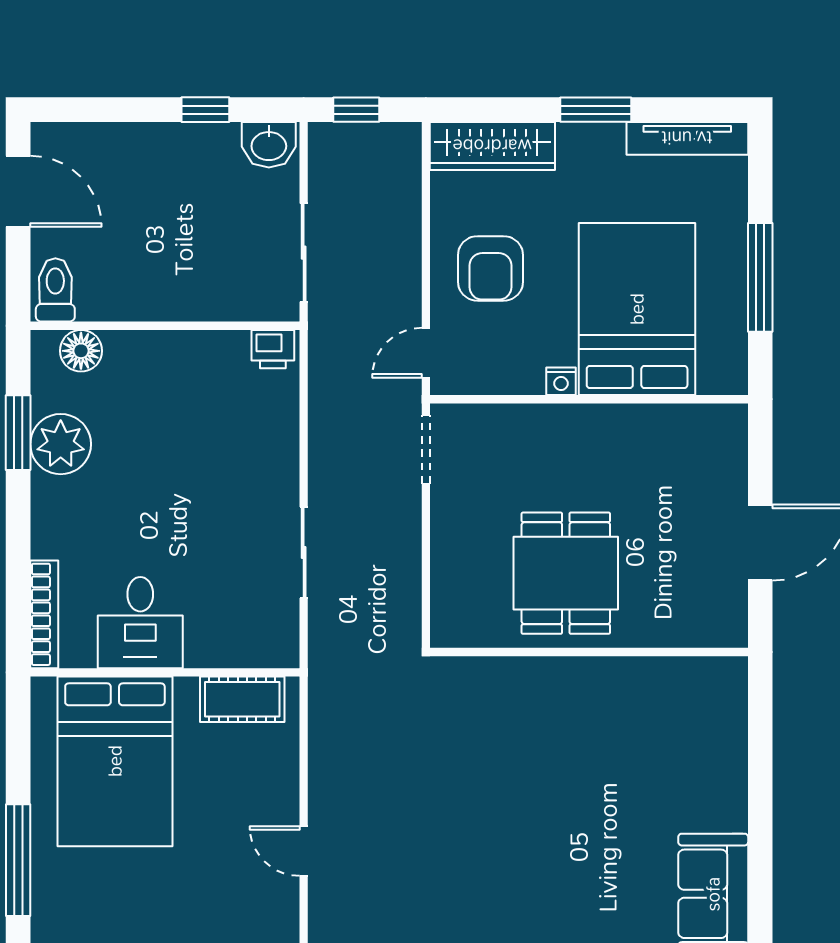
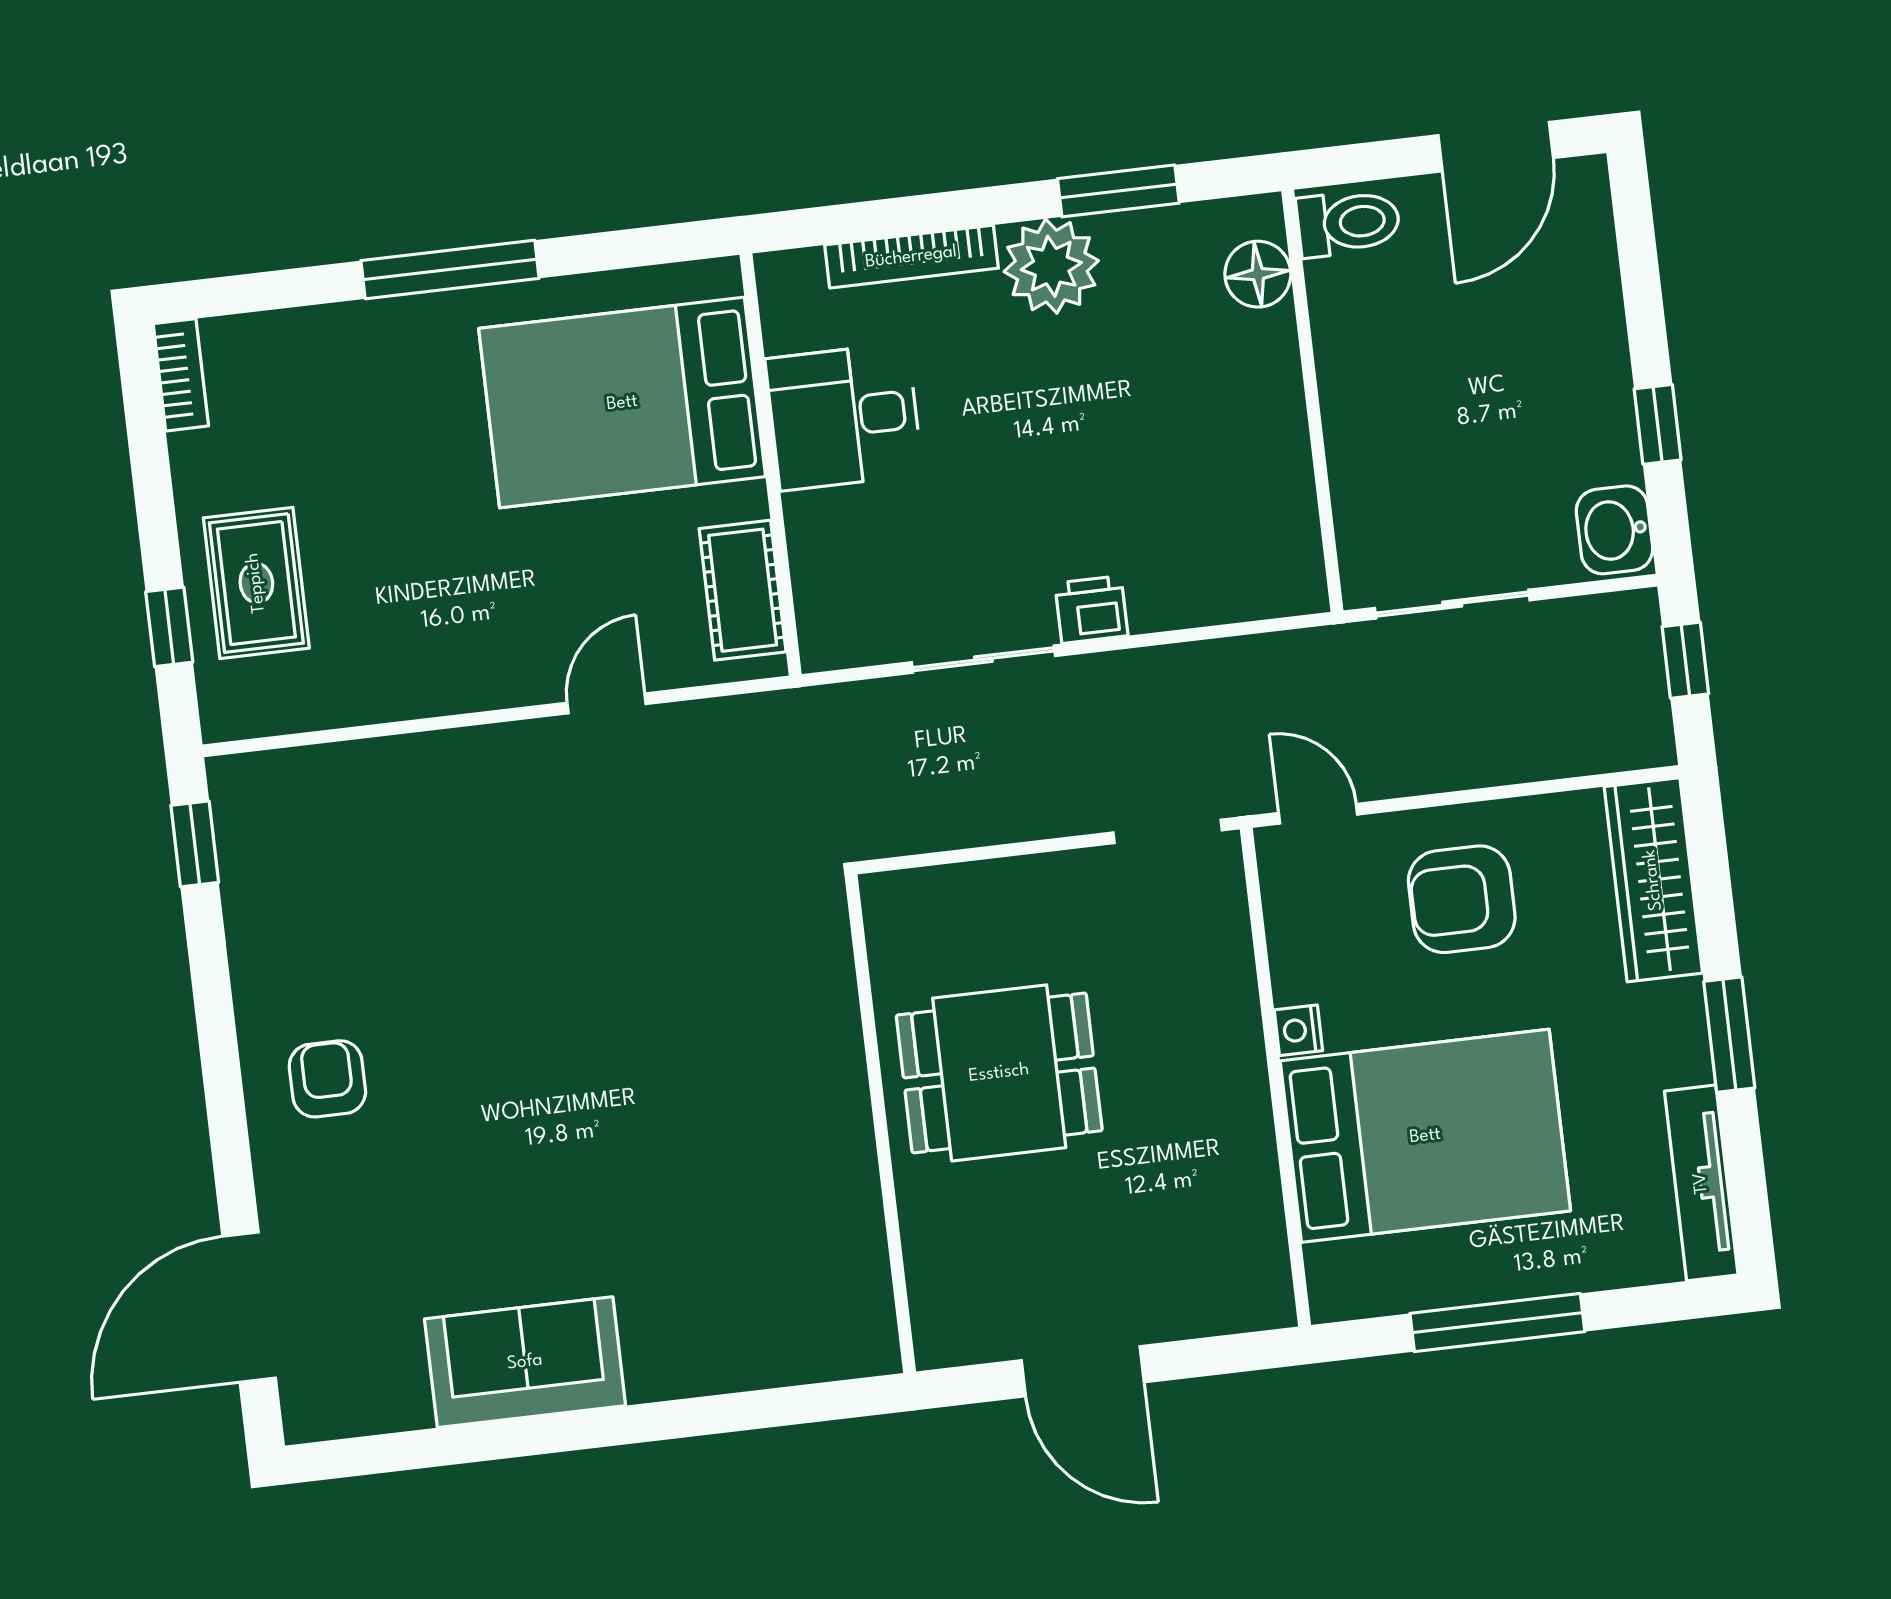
printer: (273, 349) -> (1091, 609), moved, turned 90
plant: (61, 444) -> (1051, 266), moved
bookcase: (44, 614) -> (911, 257), moved
door: (304, 851) -> (607, 703), moved

